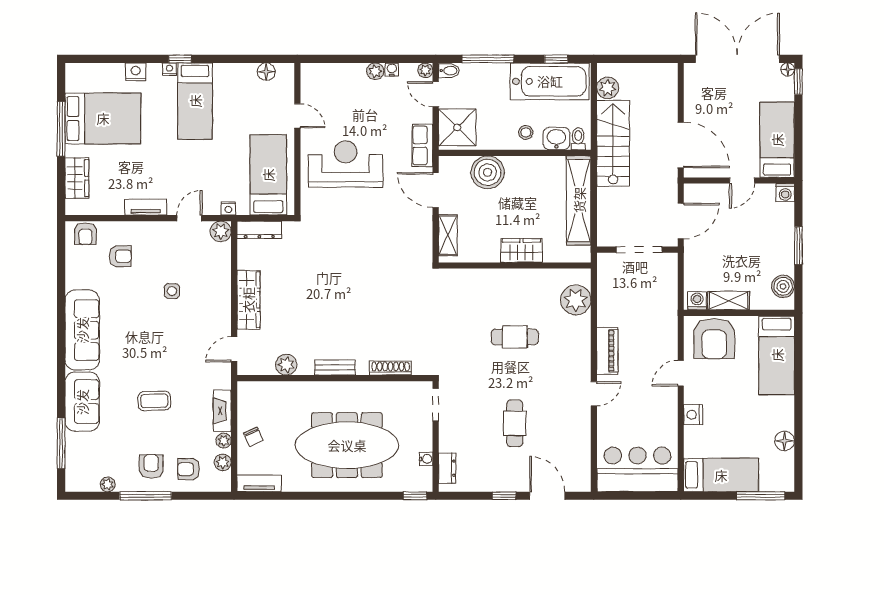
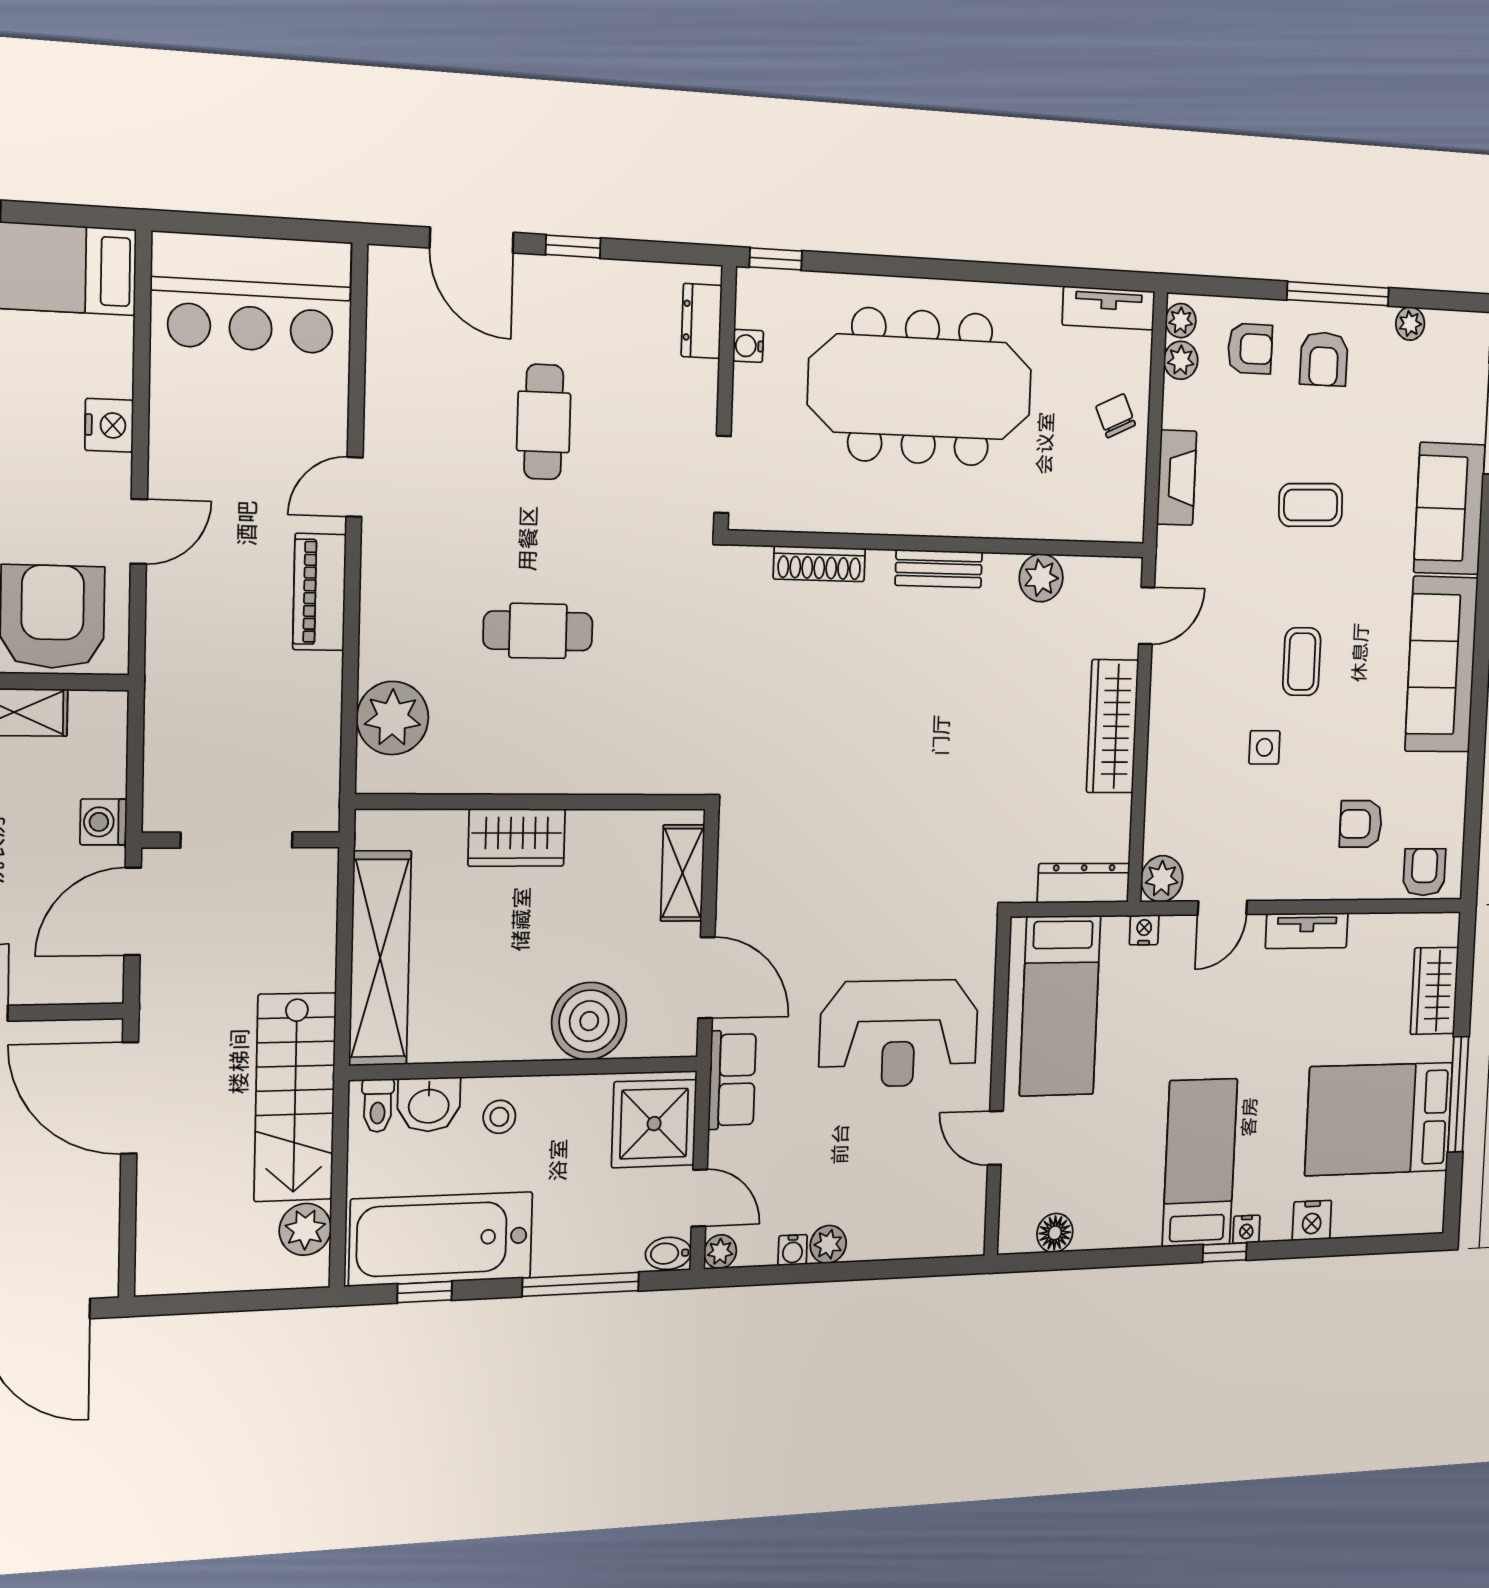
washing machine: (697, 301) -> (104, 822), moved, turned 90
coffee table: (155, 330) -> (1302, 662), added
plant: (224, 441) -> (1181, 321), moved

